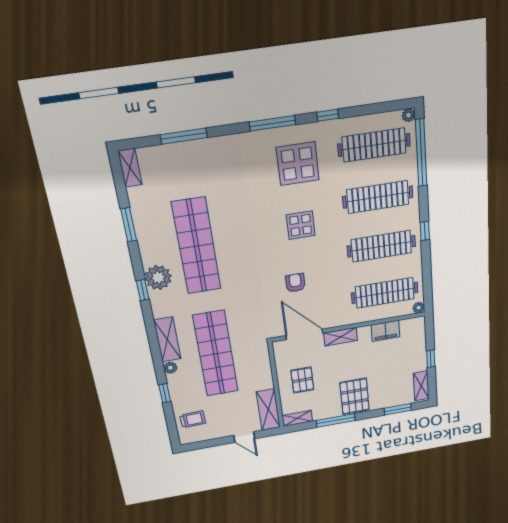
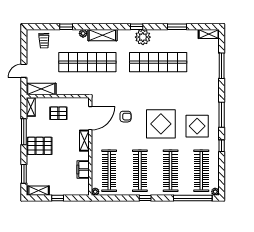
display table: (301, 225) -> (161, 124), width x1.86, depth x1.86

